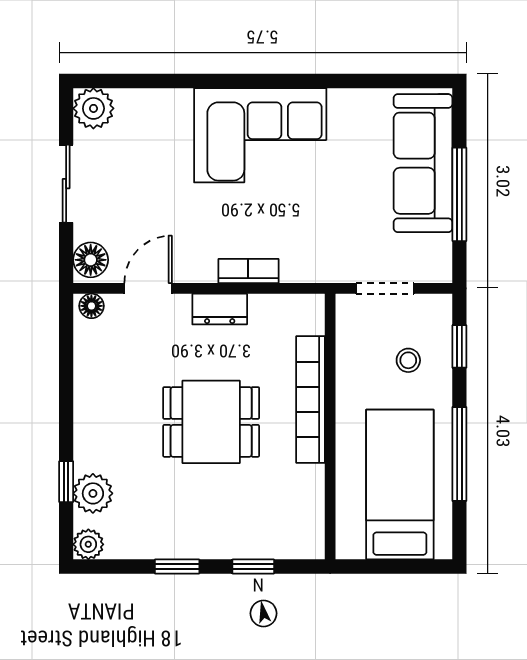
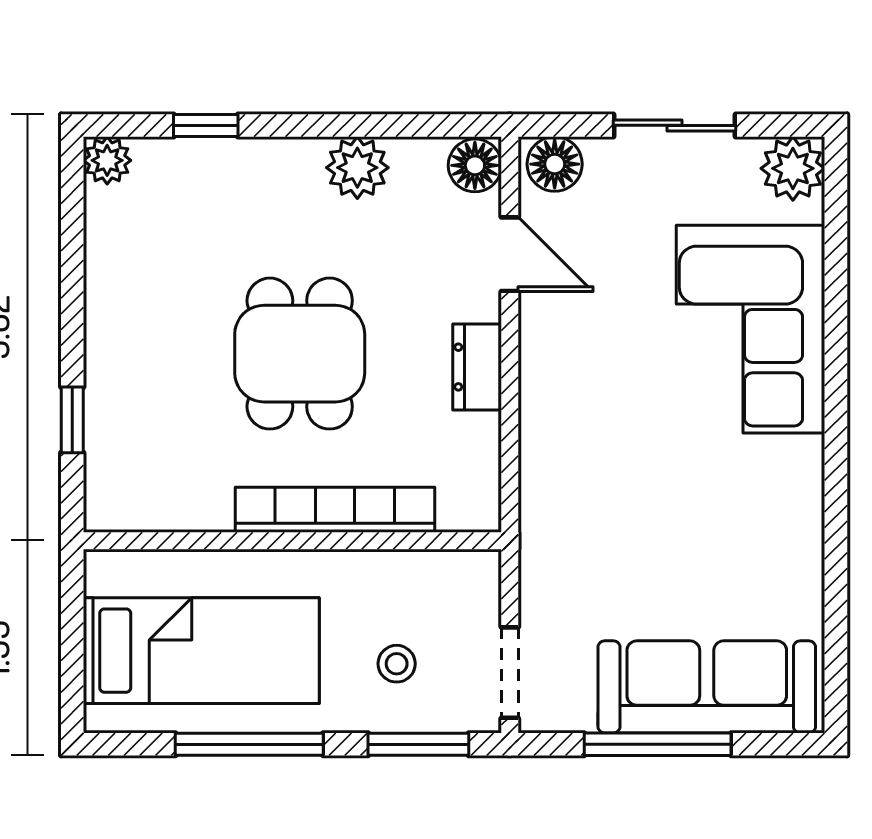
corner sofa: (260, 135) -> (751, 329), moved
bookcase: (248, 271) -> (537, 412), removed
doorway: (385, 288) -> (510, 673), moved
floor lamp: (91, 306) -> (475, 165), width x1.37, depth x1.37
window: (459, 346) -> (418, 744), width x1.50
plant: (93, 493) -> (357, 168), moved
window: (177, 566) -> (72, 300), removed

